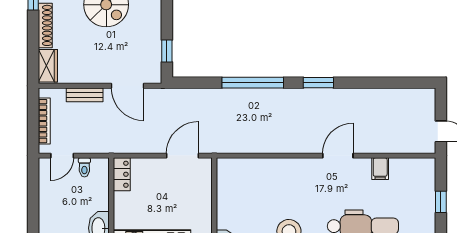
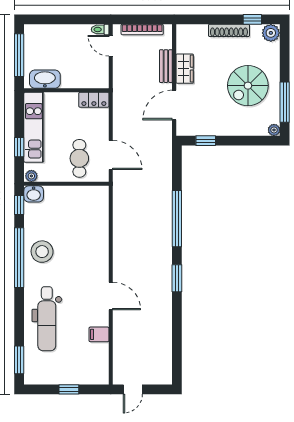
wardrobe: (48, 66) -> (185, 69), moved, turned -90
toilet: (84, 167) -> (100, 29), moved
cafe table: (186, 190) -> (79, 158), added

